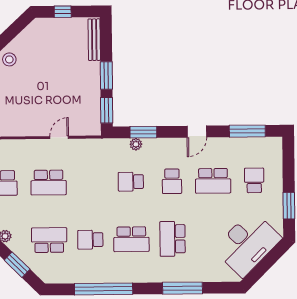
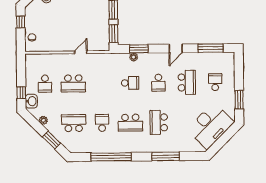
school desk: (213, 181) -> (187, 82), turned -90
school desk: (131, 182) -> (130, 83), turned 180
school desk: (90, 240) -> (102, 123), turned 90

